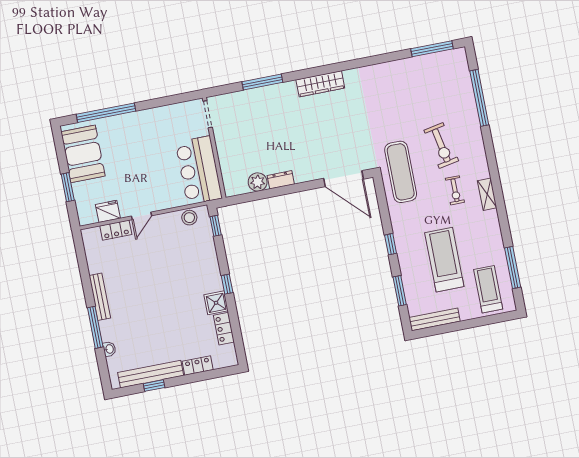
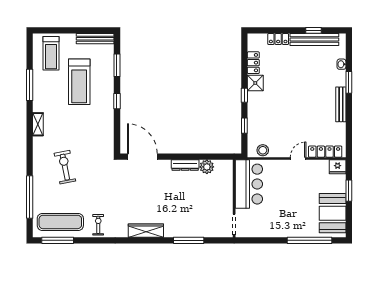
exercise mat: (401, 172) -> (60, 222), moved, turned 90
dresser: (281, 180) -> (185, 165), width x1.44
exercise bike: (455, 190) -> (98, 225), moved
fridge: (108, 211) -> (338, 167), moved
window: (216, 226) -> (244, 126), moved
locker: (116, 230) -> (325, 152), width x1.53
window: (513, 267) -> (30, 85), moved
window: (95, 327) -> (349, 82), width x0.69

